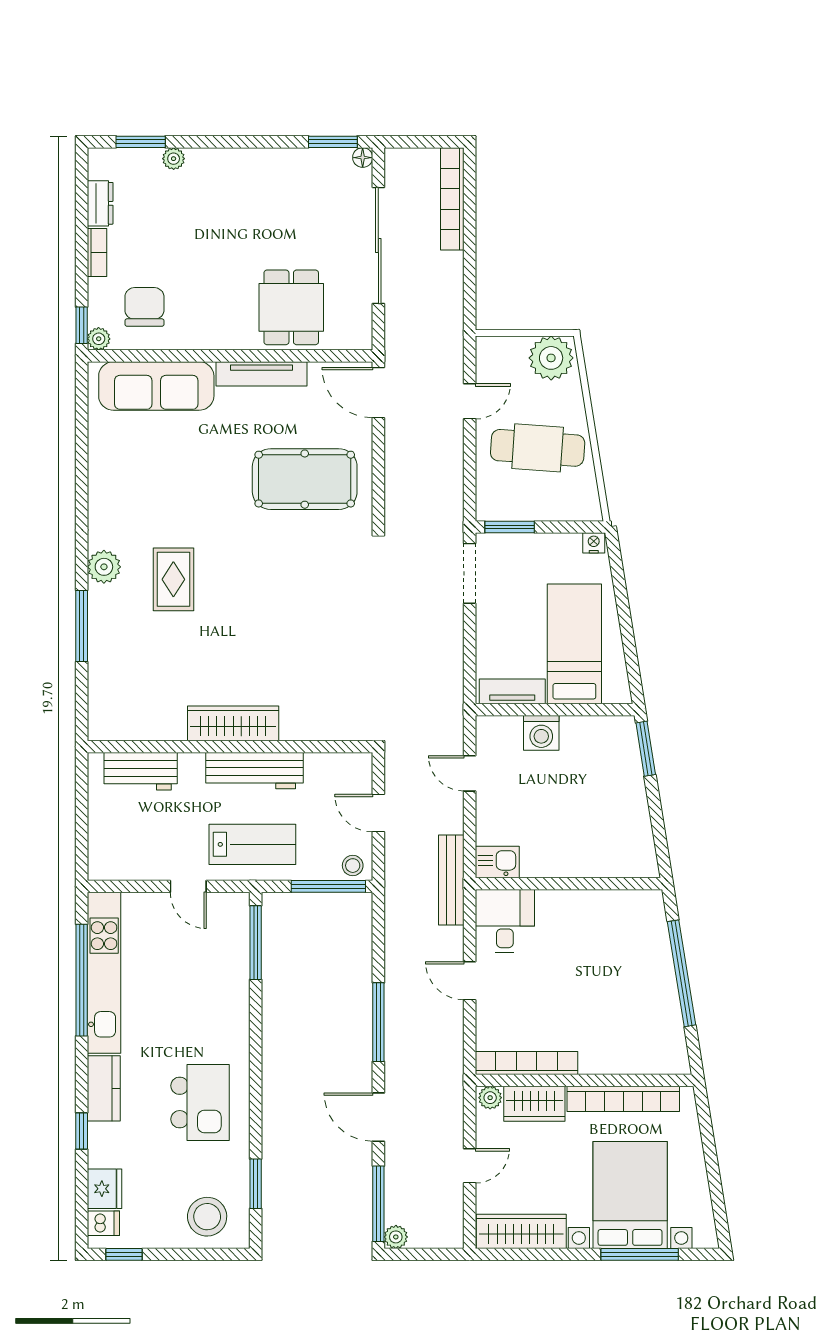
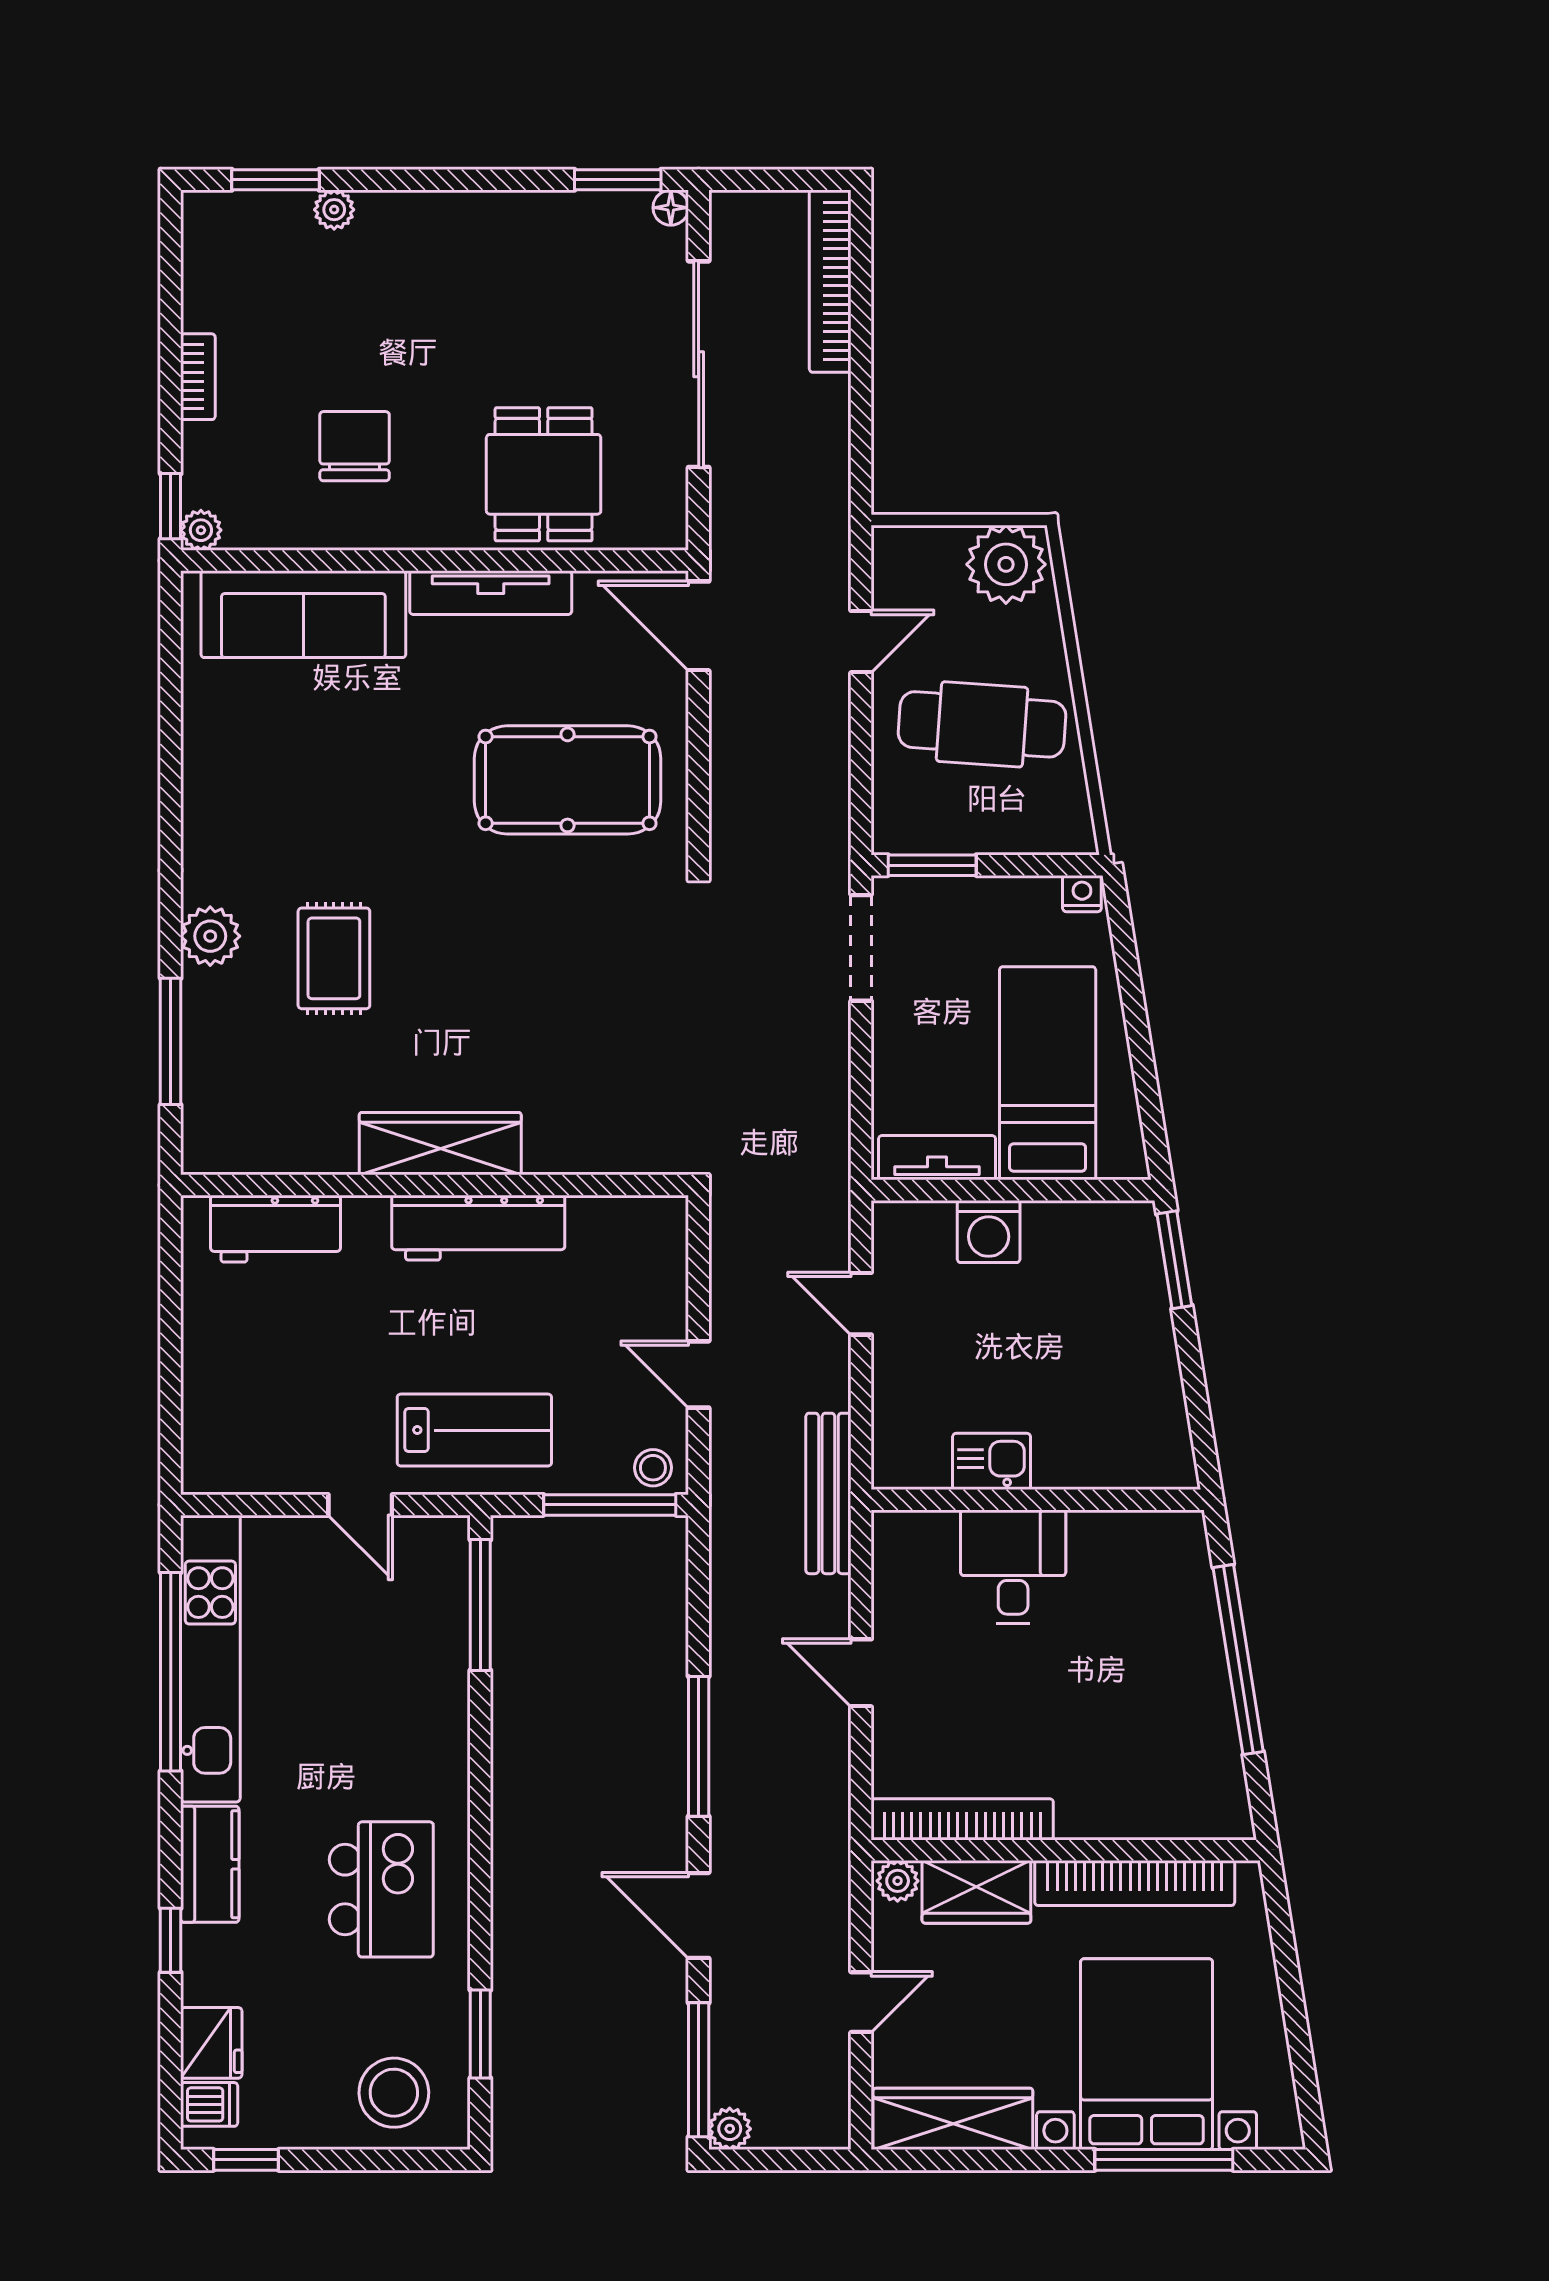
dresser: (100, 203) -> (203, 289), removed
chair: (144, 307) -> (355, 446), moved
wardrobe: (233, 723) -> (440, 1144), moved
wall: (230, 747) -> (435, 1185), moved
workbench: (141, 771) -> (276, 1229), moved
workbench: (255, 771) -> (478, 1228), moved
kitchen sink: (497, 862) -> (992, 1461), moved
desk: (505, 921) -> (1013, 1567), moved

